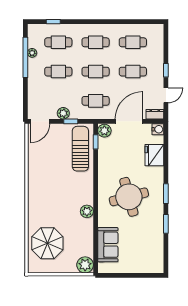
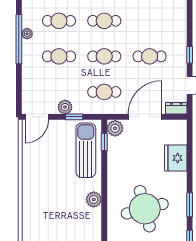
cafe table: (133, 42) -> (150, 21), removed
water cooler: (158, 129) -> (180, 127), removed
plant: (87, 211) -> (94, 200), moved

